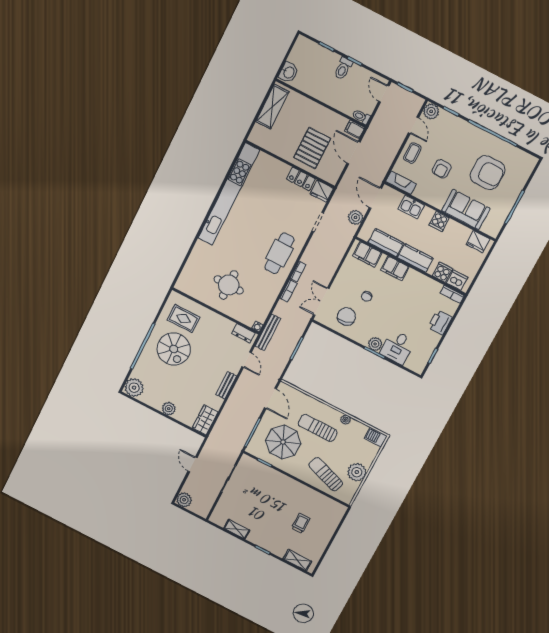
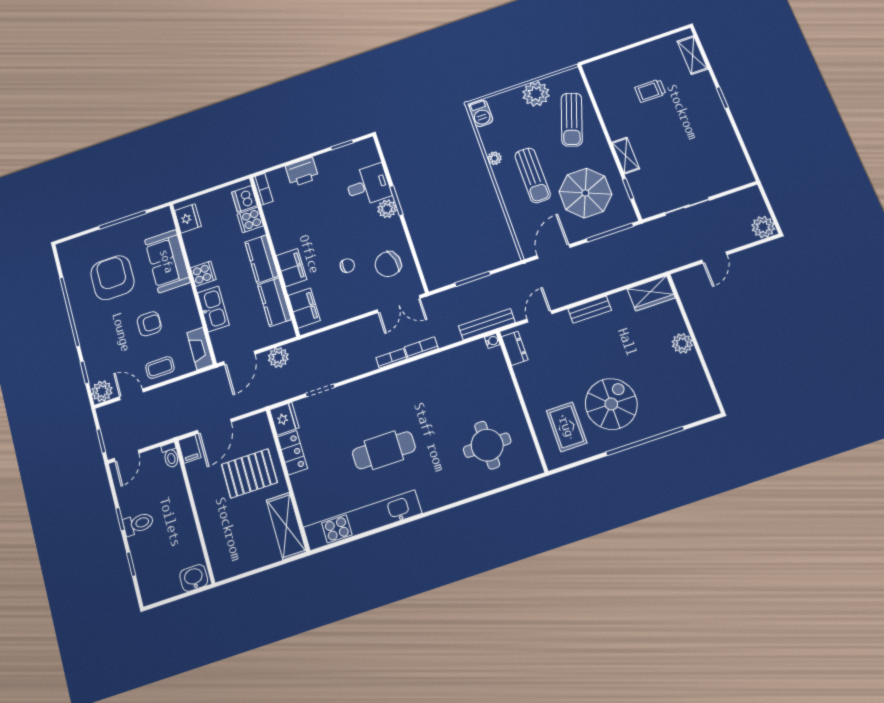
shelving: (272, 107) -> (286, 526), moved, turned 90
door: (414, 125) -> (131, 394), hinge flipped
kitchen unit: (229, 194) -> (362, 520), width x0.73
kitchen sink: (411, 207) -> (213, 309), width x1.38
cafe table: (279, 253) -> (384, 450), moved
round table: (229, 285) -> (487, 445), moved
plant: (134, 388) -> (701, 404), removed
shelving: (237, 529) -> (626, 156), moved

